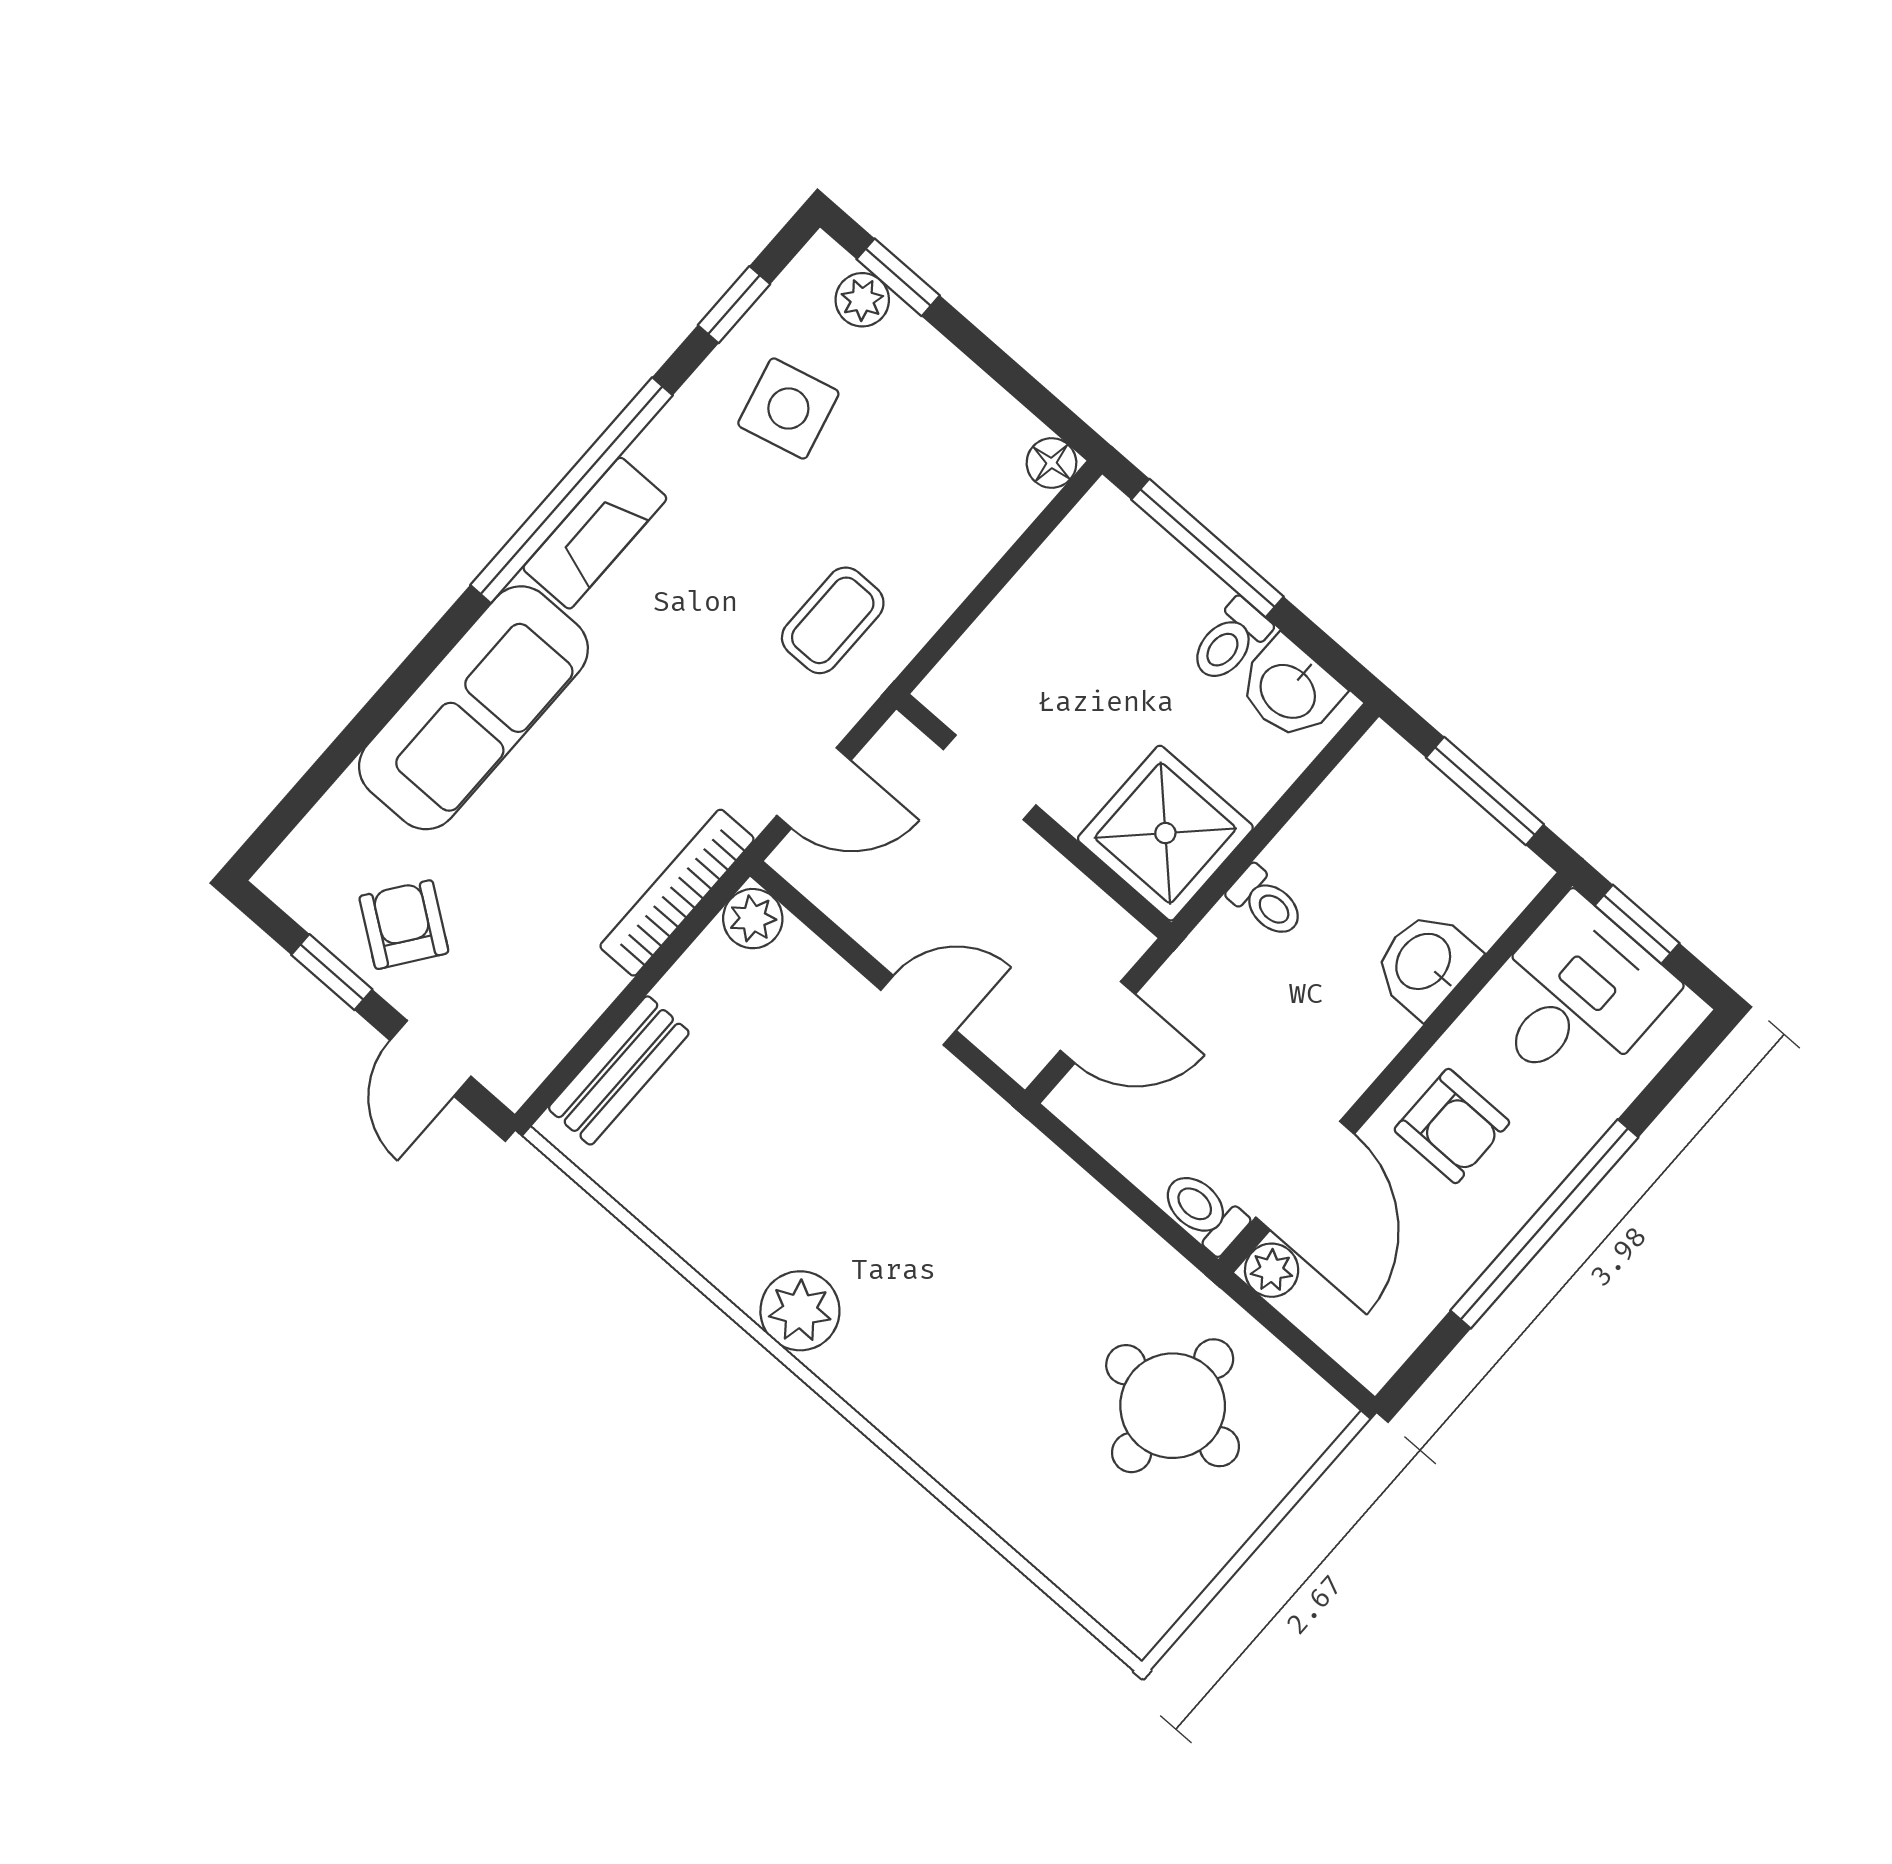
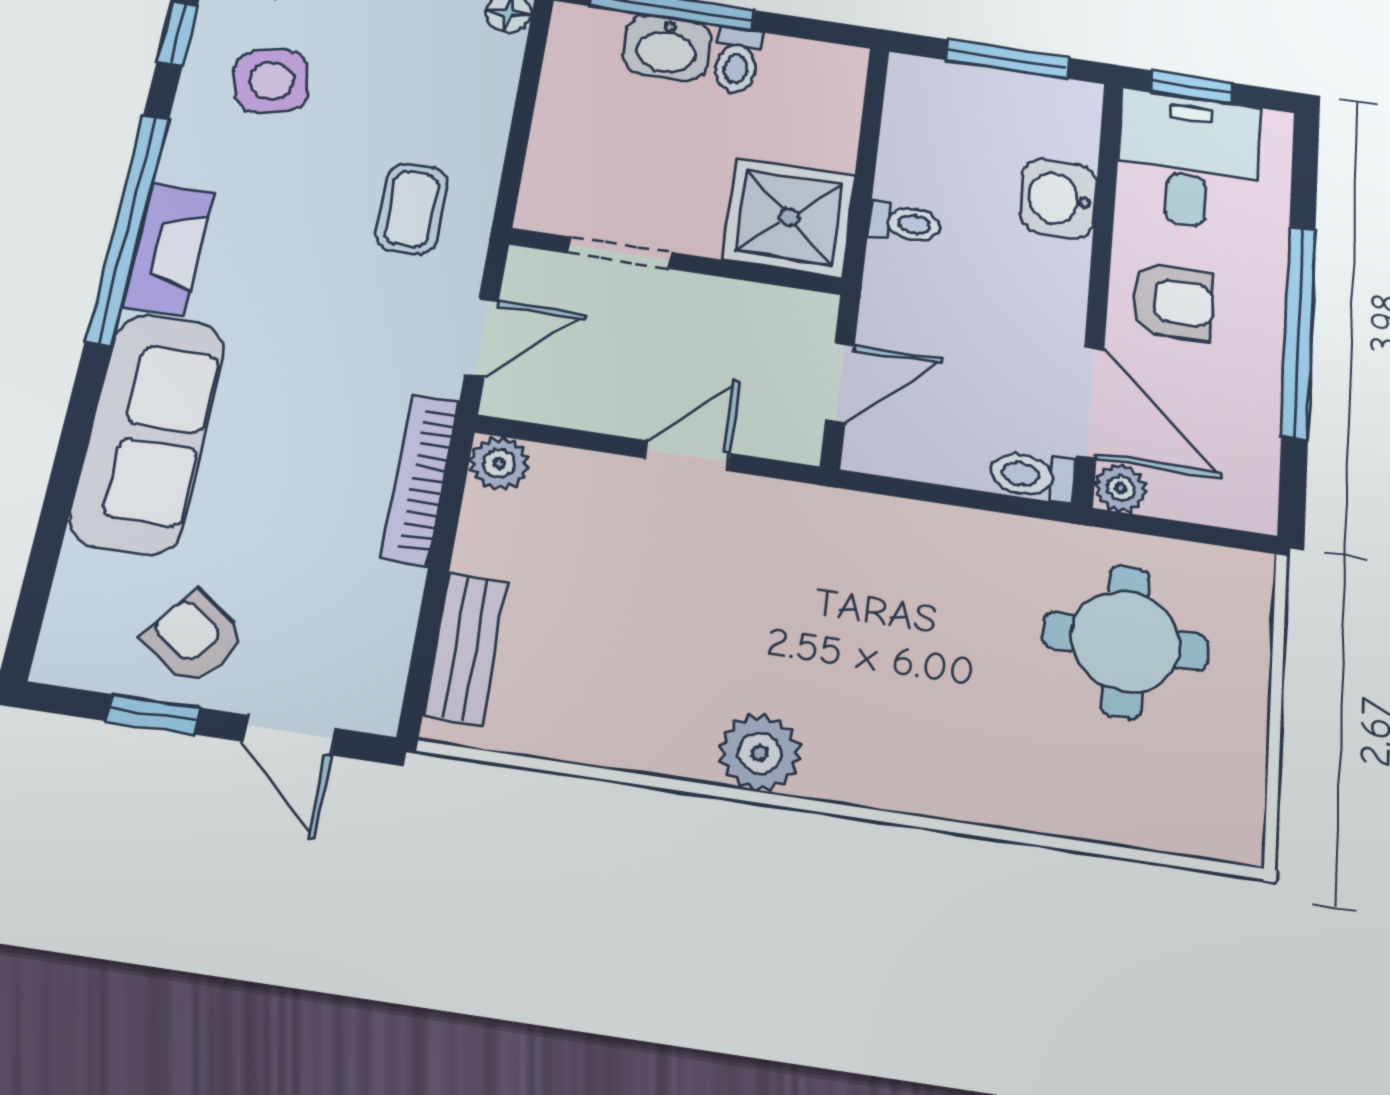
washbasin: (1289, 690) -> (667, 48), moved

